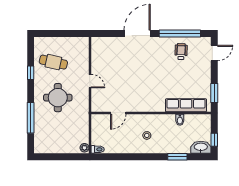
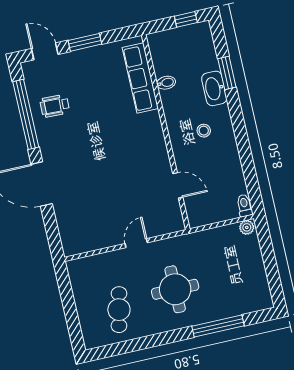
window: (31, 73) -> (145, 343), removed
window: (214, 93) -> (85, 42), moved
washbasin: (201, 147) -> (214, 88), moved

